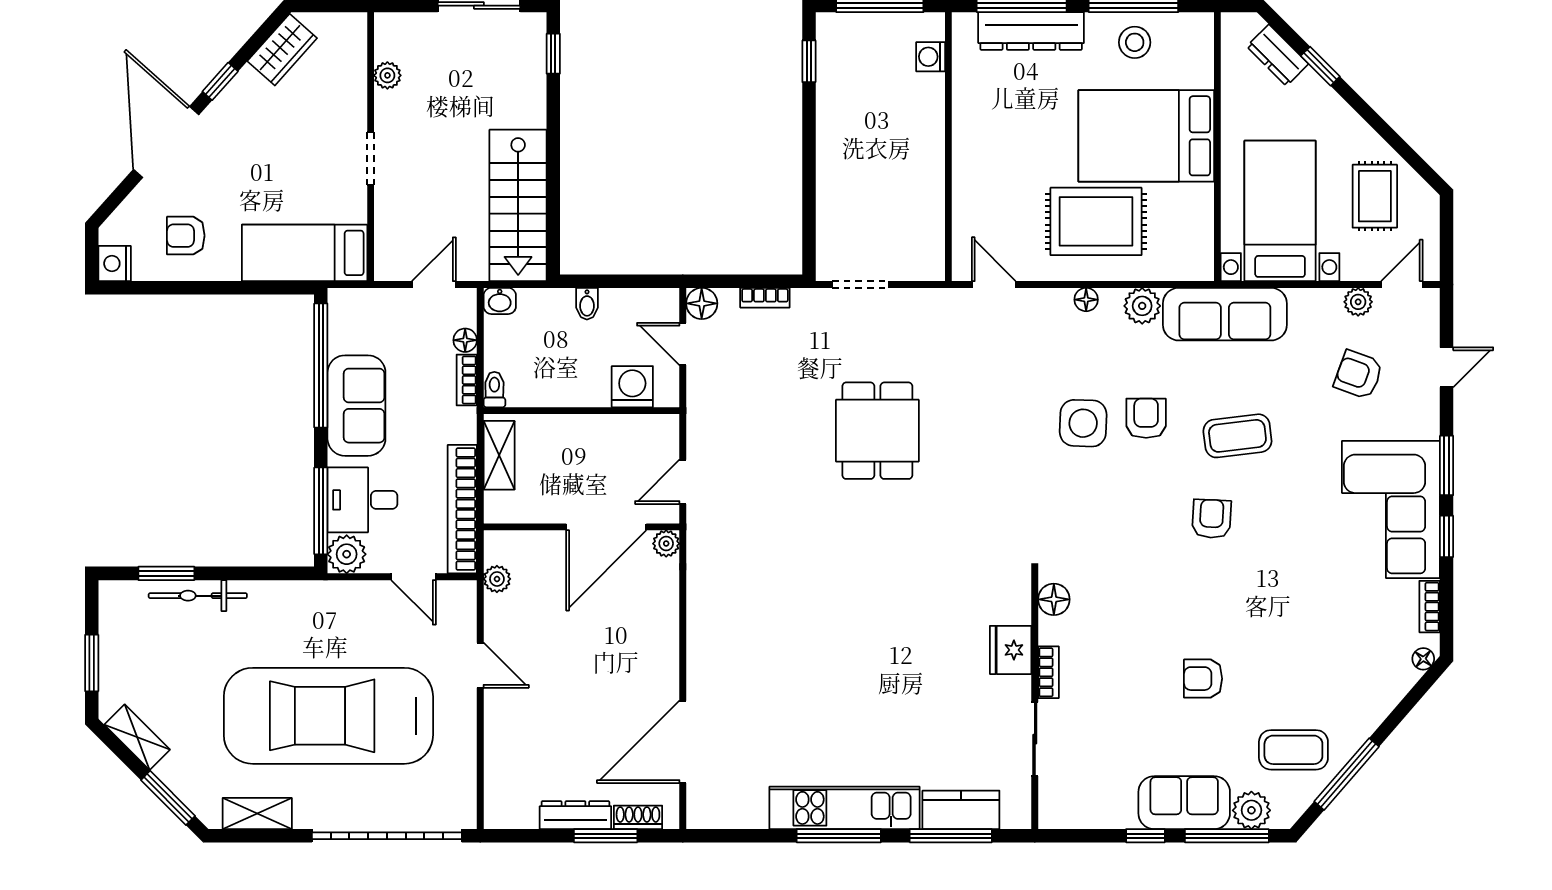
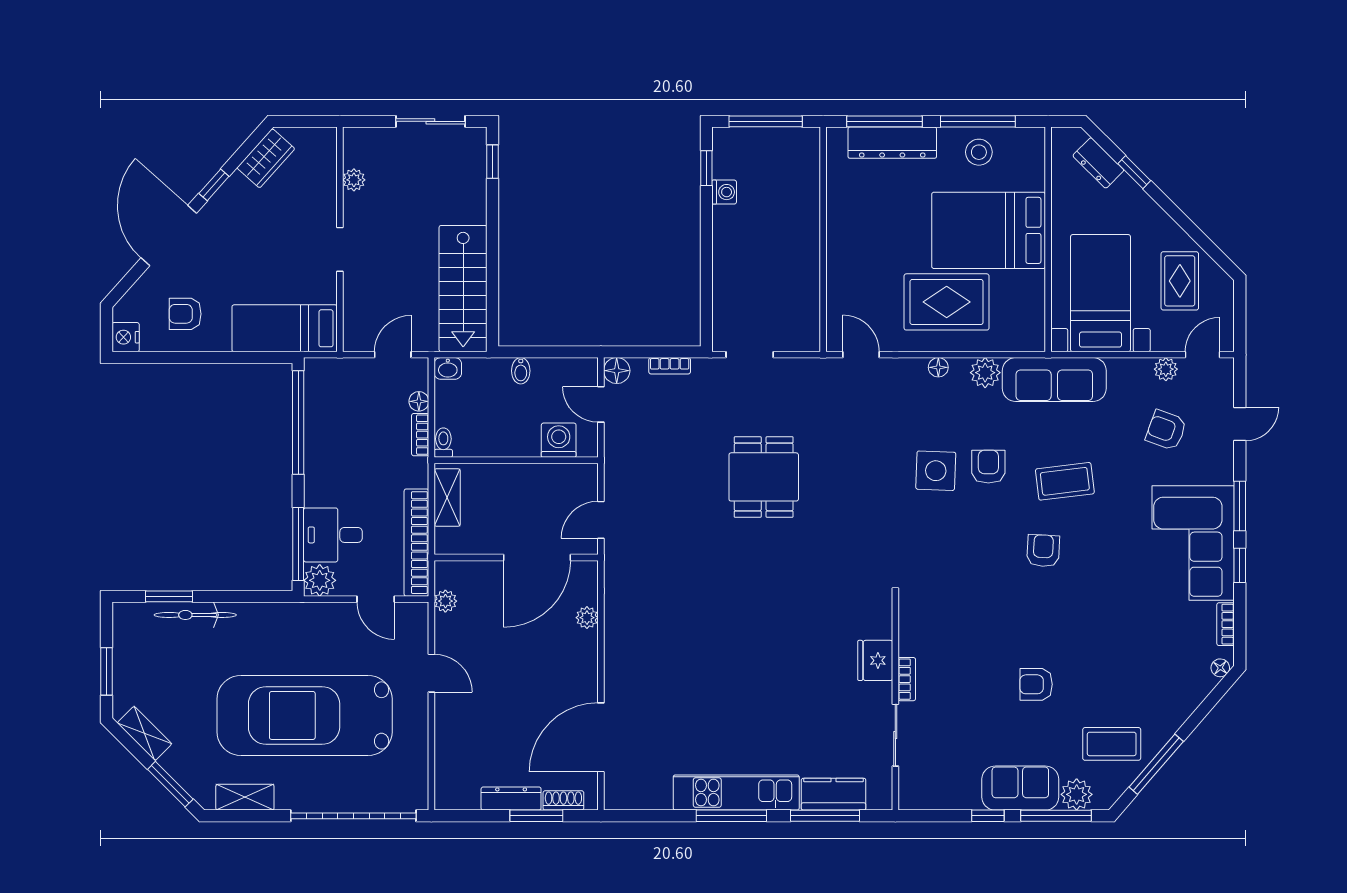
washing machine: (931, 57) -> (724, 192), moved, turned 180
sofa: (356, 406) -> (328, 456), removed
plant: (666, 544) -> (587, 618), moved
floor lamp: (1054, 599) -> (911, 618), removed

